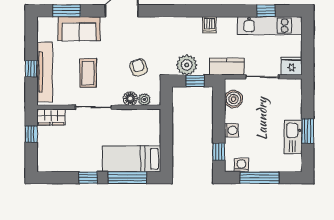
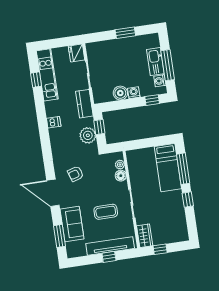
armchair: (139, 67) -> (76, 174), moved
boiler: (233, 99) -> (120, 93), moved
kitchen sink: (293, 137) -> (155, 62), moved, turned 90

